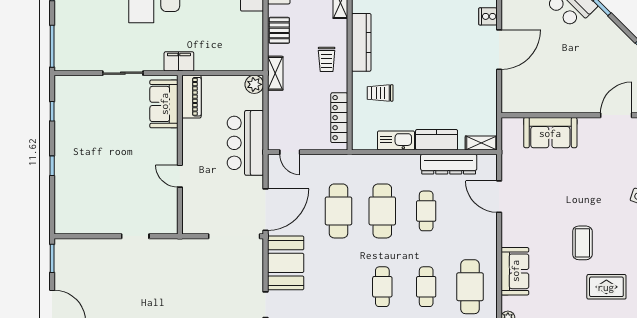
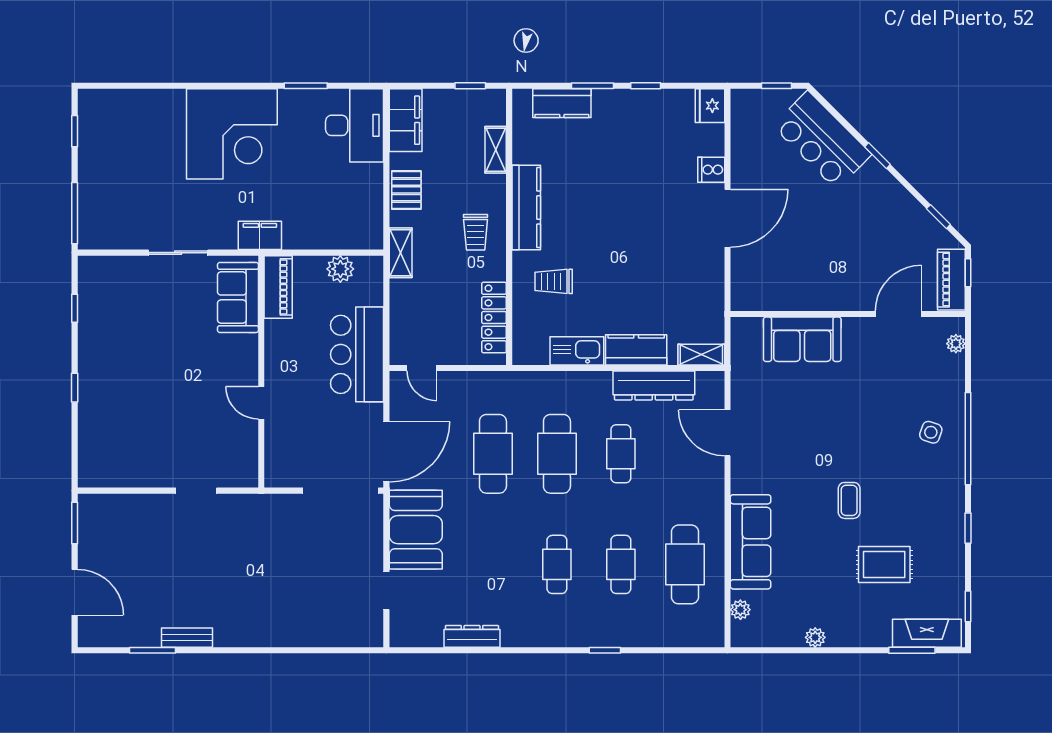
plant: (254, 84) -> (340, 269), moved
coffee table: (582, 243) -> (849, 500), width x0.73, depth x0.77
sofa: (515, 271) -> (751, 542), width x1.36

